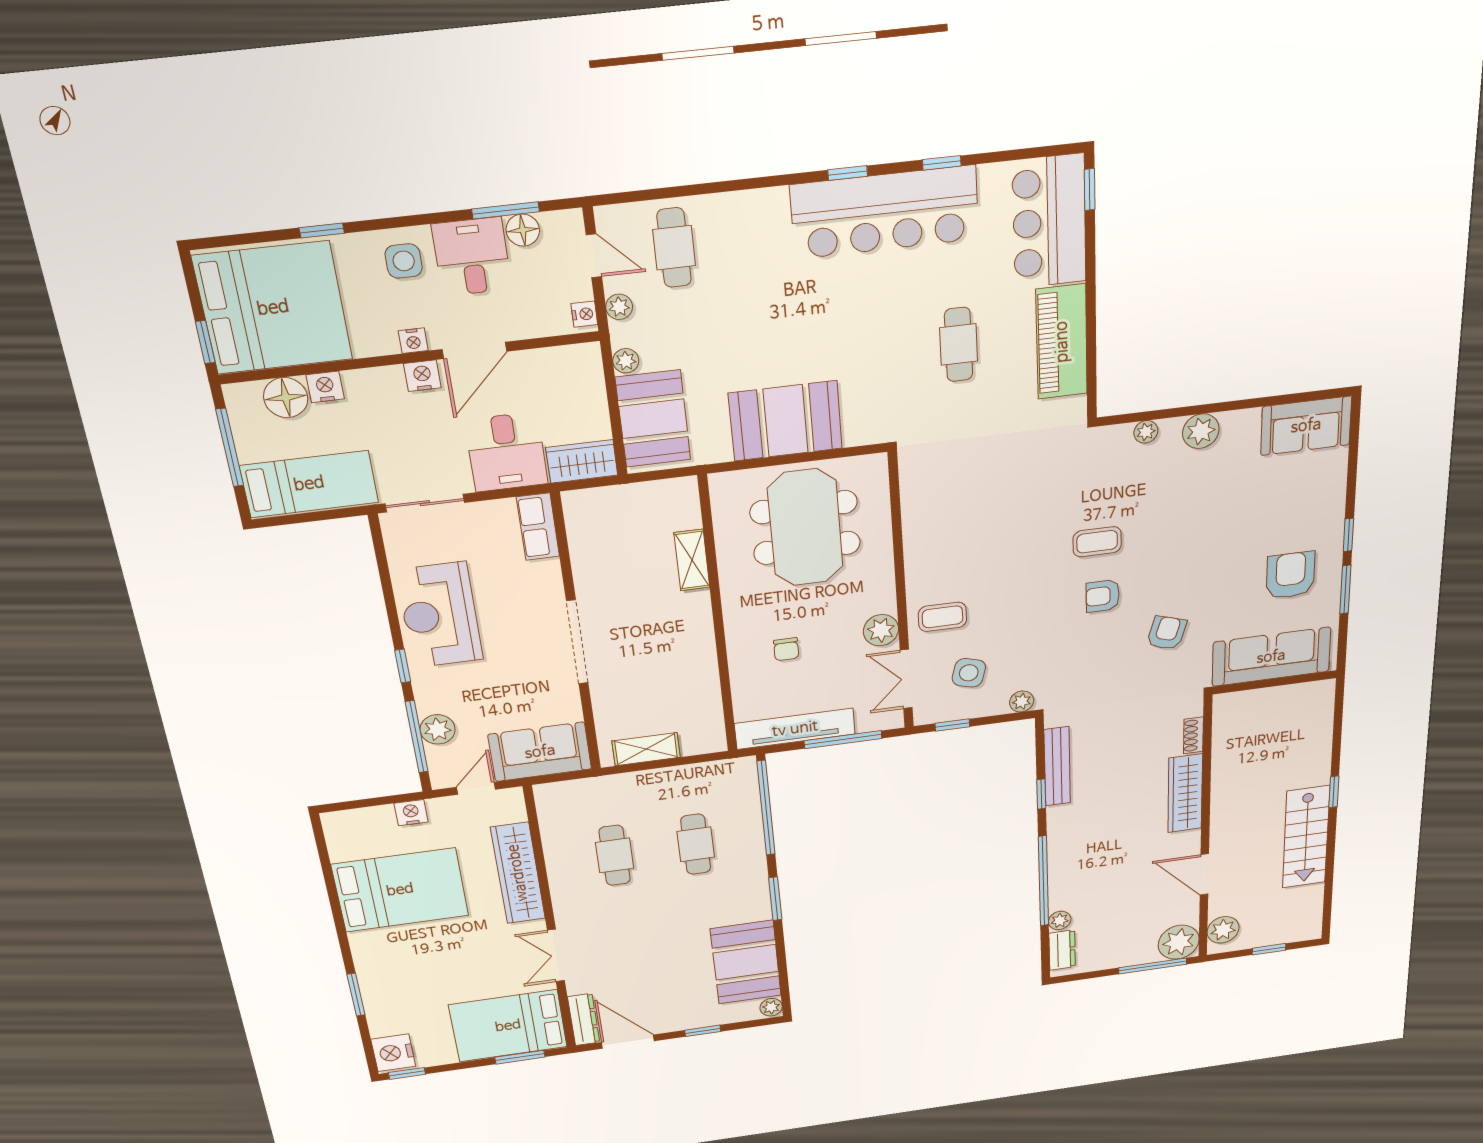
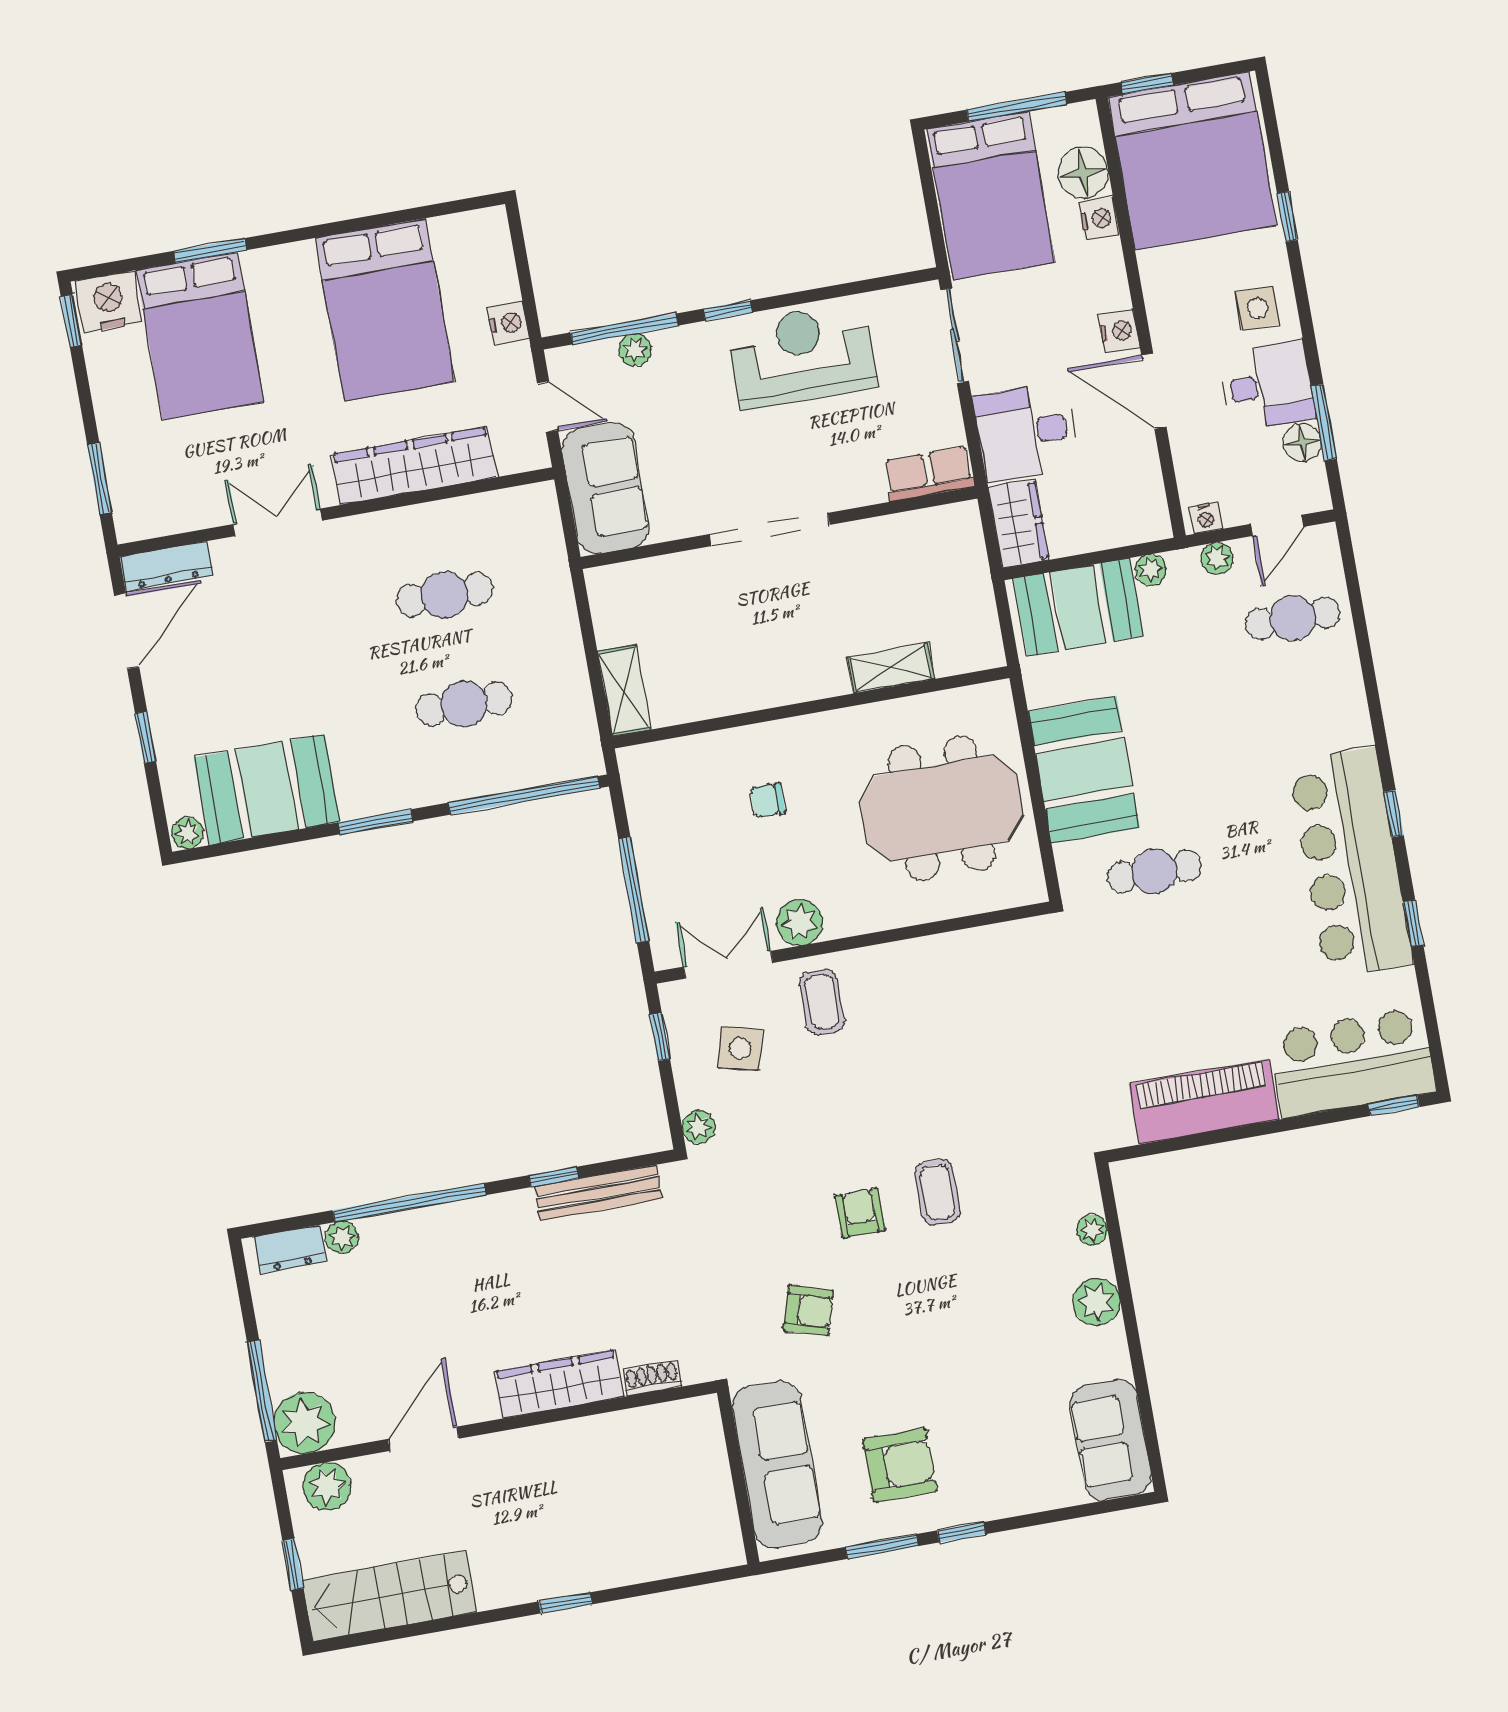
nightstand: (413, 341) -> (1162, 320), removed
cafe table: (959, 344) -> (1154, 871), moved
bed: (309, 484) -> (991, 195), width x1.50
plant: (438, 729) -> (635, 350), width x0.73, depth x0.73
tv unit: (795, 729) -> (649, 823), removed
shelving: (646, 749) -> (624, 691), moved
stairs: (1306, 837) -> (389, 1596), moved
bed: (508, 1026) -> (200, 336), moved, turned 180

